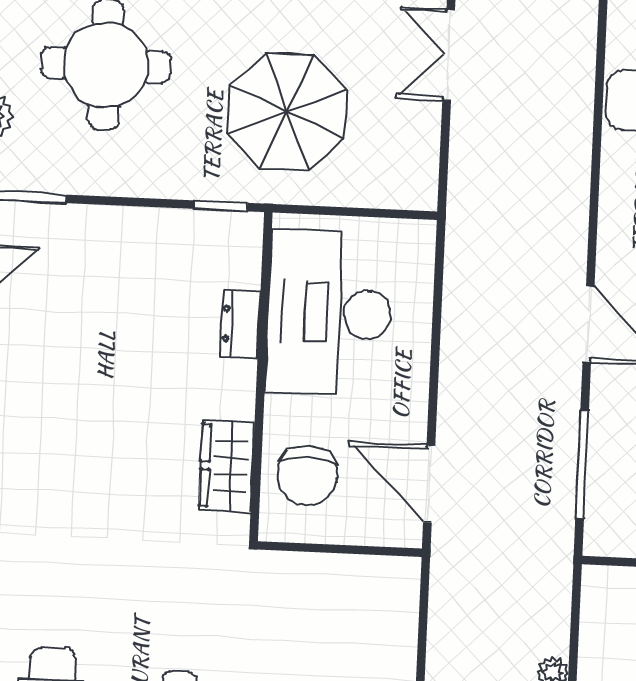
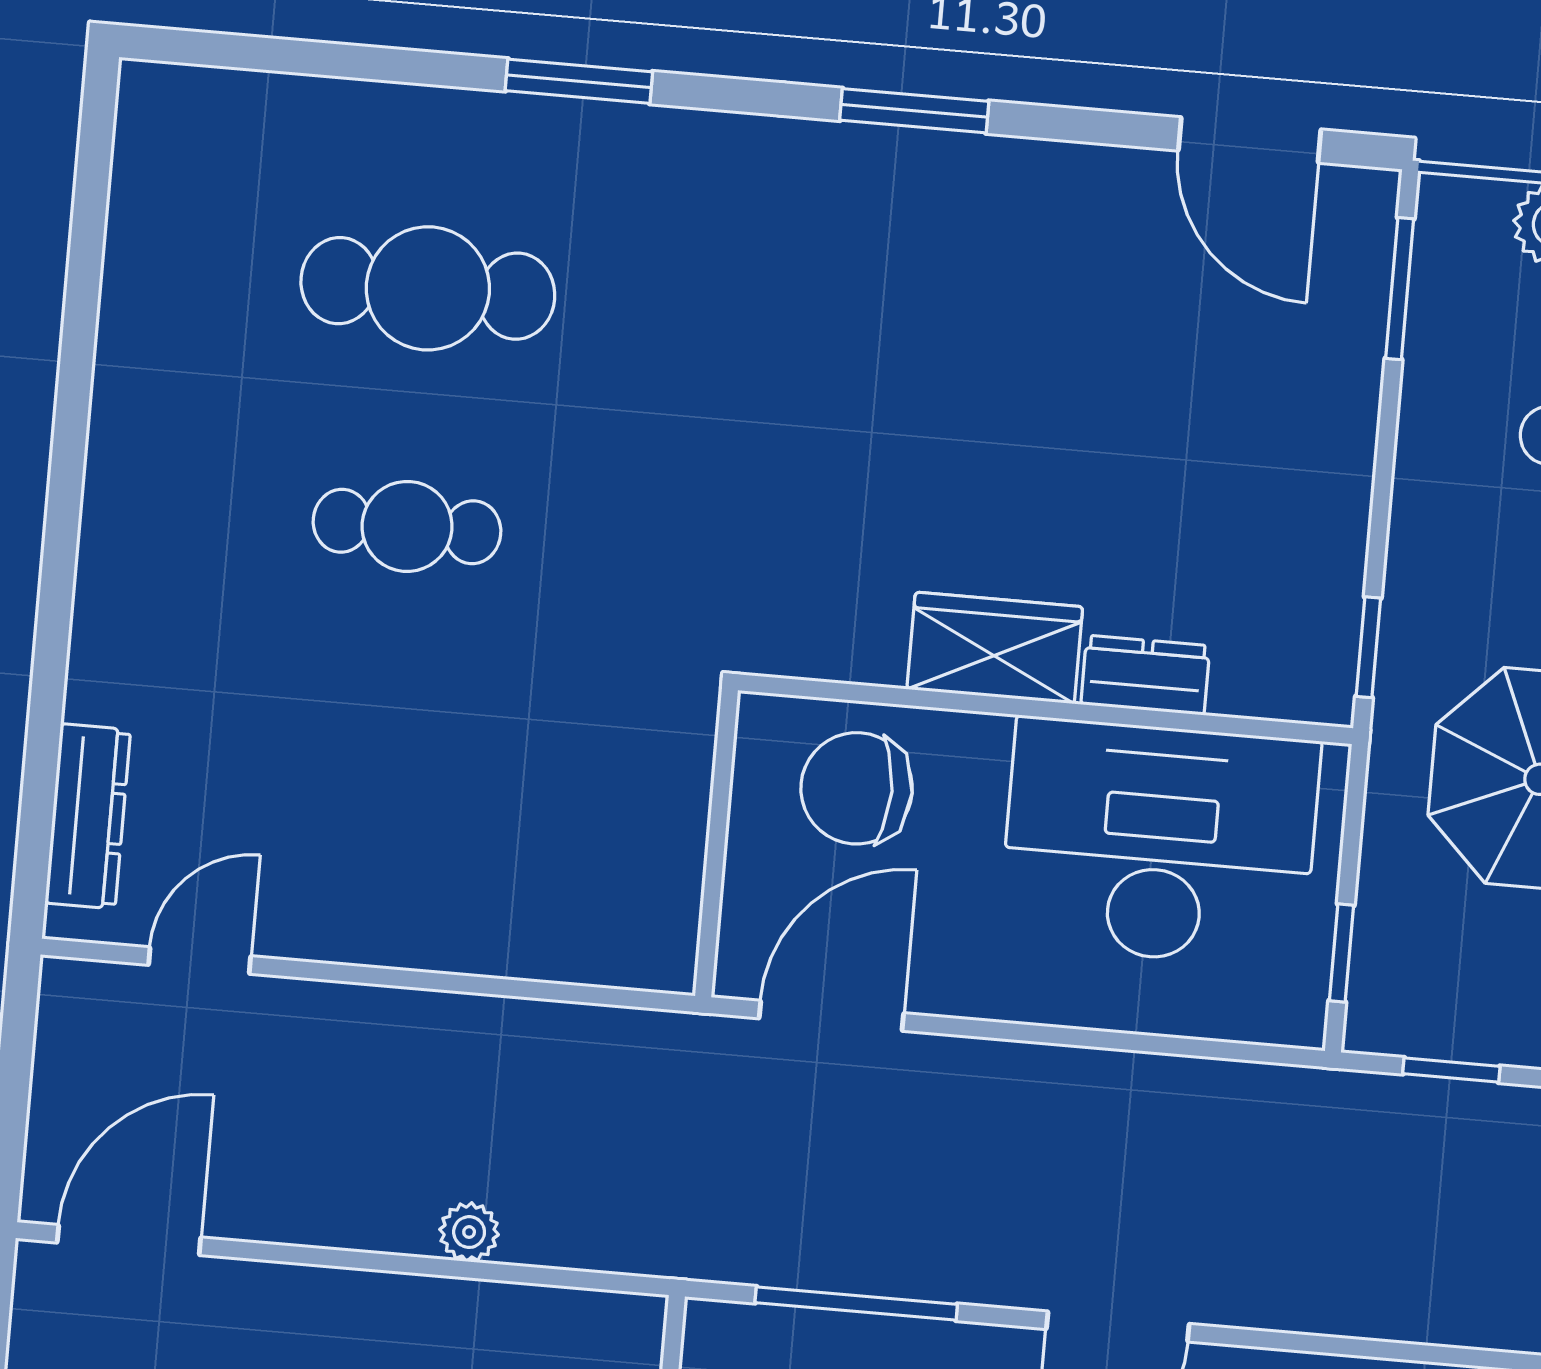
window: (444, 152) -> (1451, 1070), added
window: (384, 213) -> (1342, 953), added
wardrobe: (227, 466) -> (995, 648), moved

